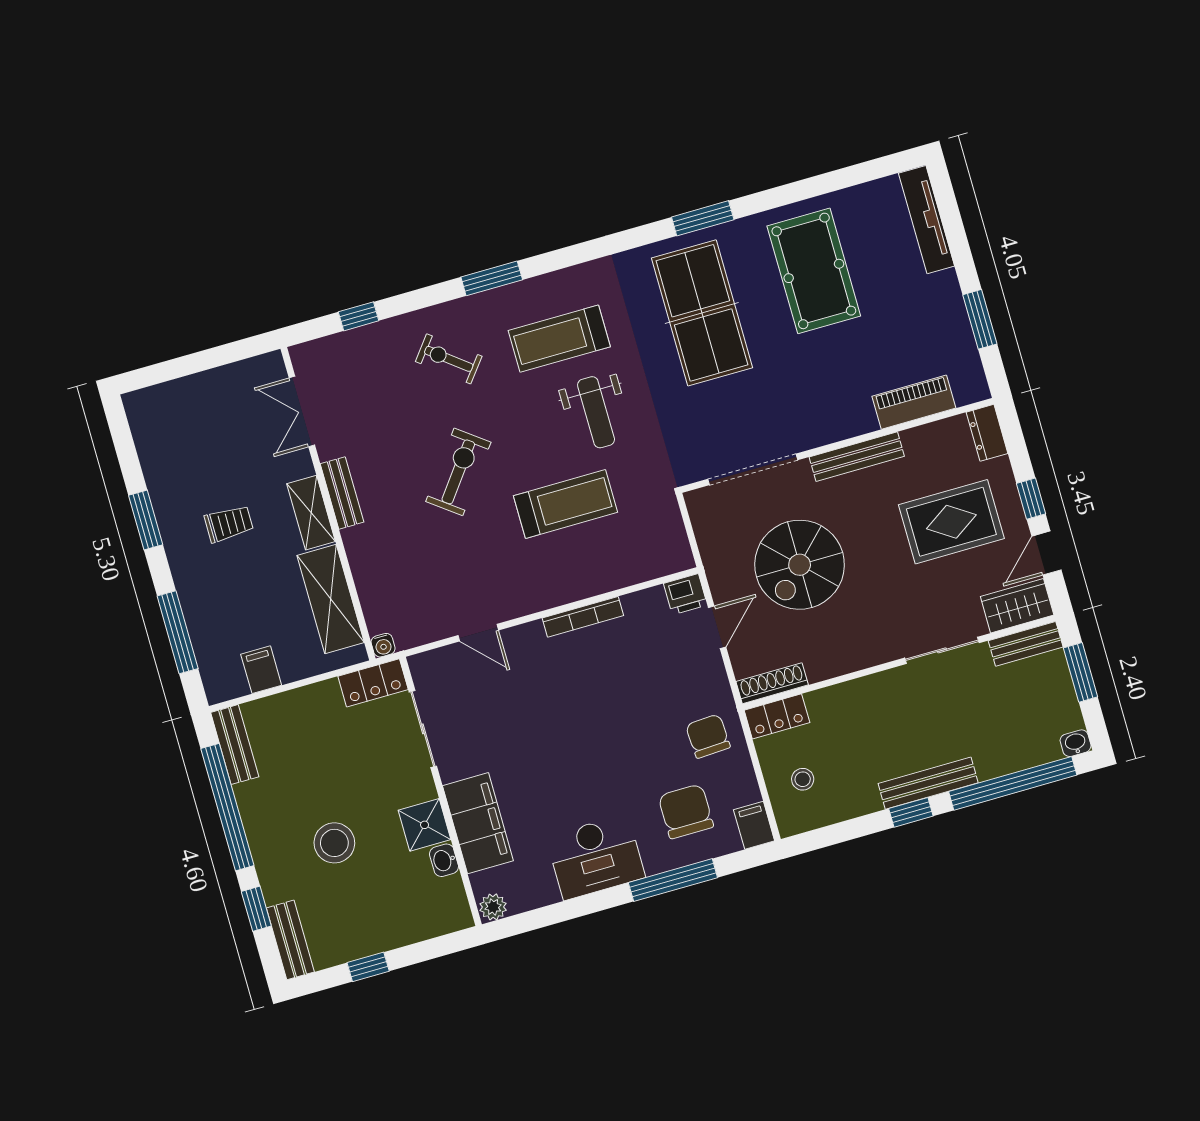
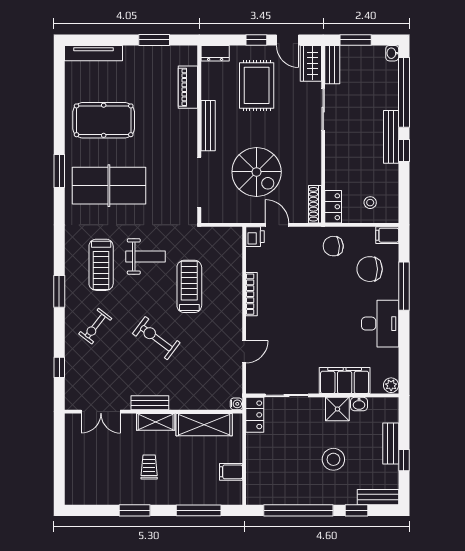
bench: (235, 745) -> (391, 444), moved, turned 90

